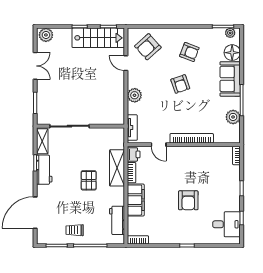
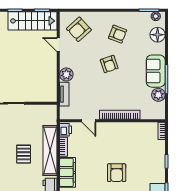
sofa: (230, 79) -> (156, 71), moved
tv unit: (132, 128) -> (64, 94), moved
shelving: (117, 168) -> (50, 150), width x1.47

